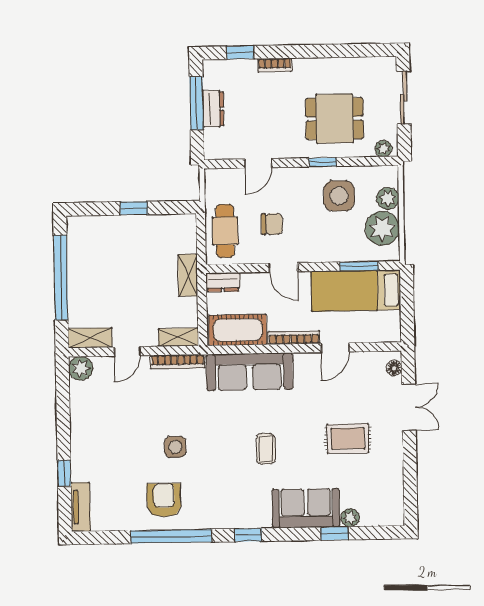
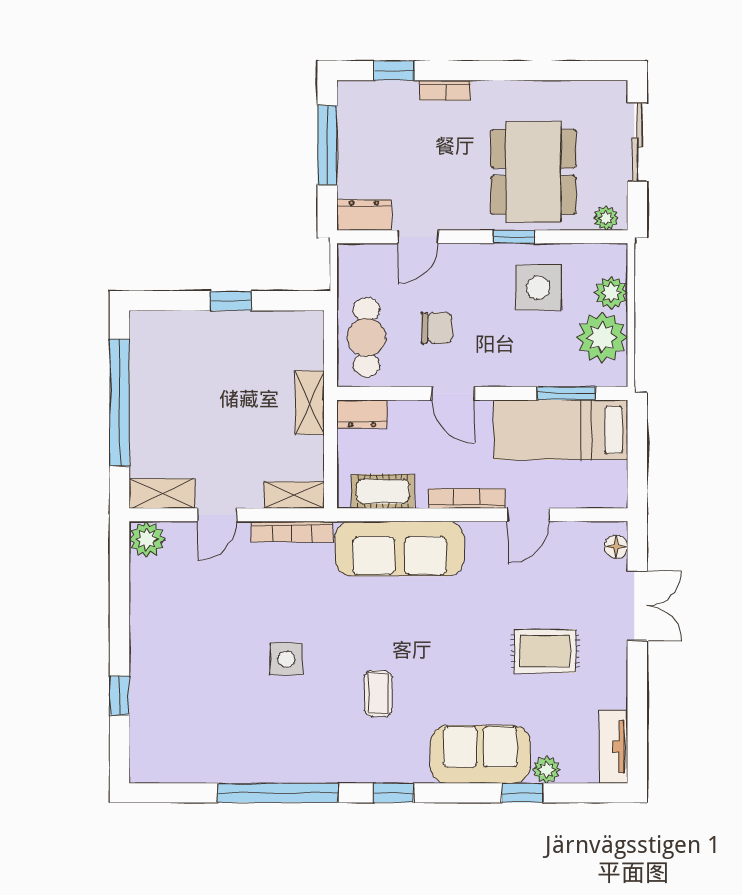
dresser: (213, 109) -> (364, 215), moved, turned -90
dining table: (335, 119) -> (533, 172), width x1.38
cot: (238, 330) -> (383, 491), width x0.73, depth x0.75
coffee table: (266, 449) -> (378, 694), moved
armchair: (164, 500) -> (268, 738), removed
tv unit: (81, 507) -> (614, 747), moved, turned 180

